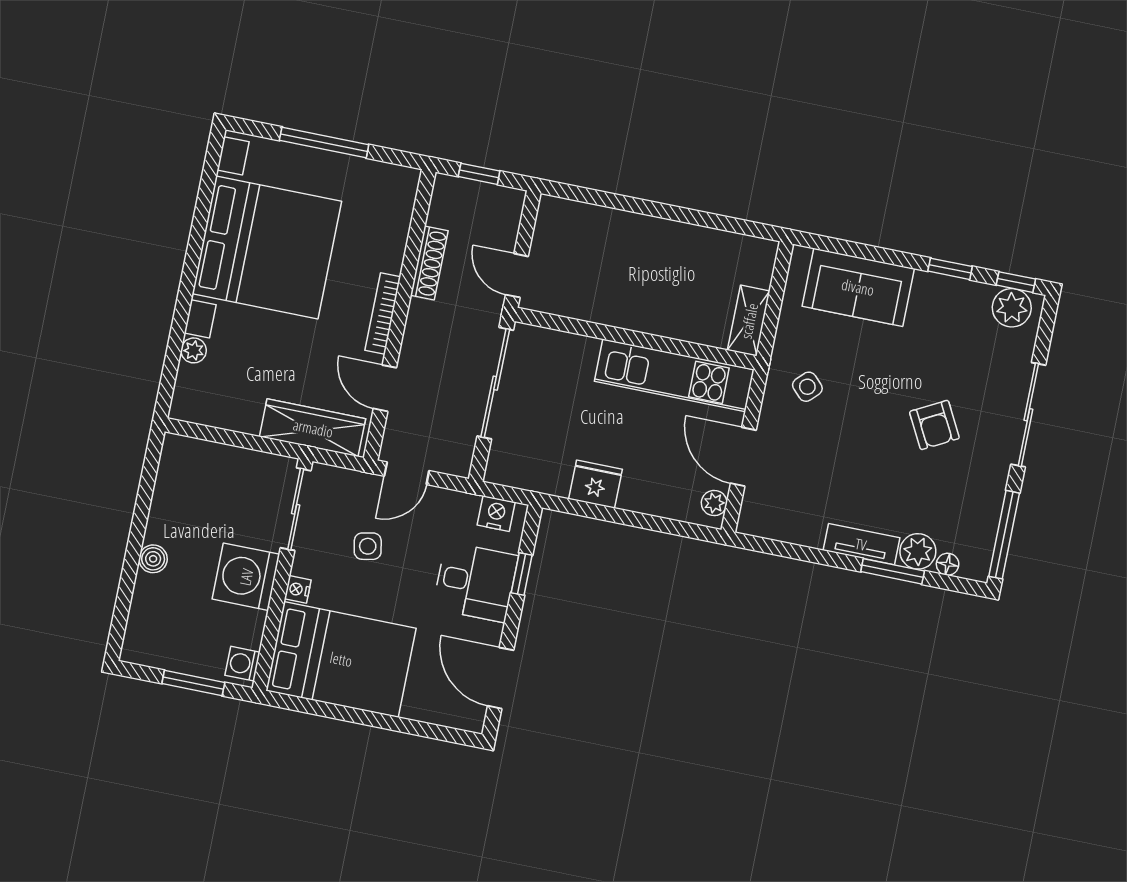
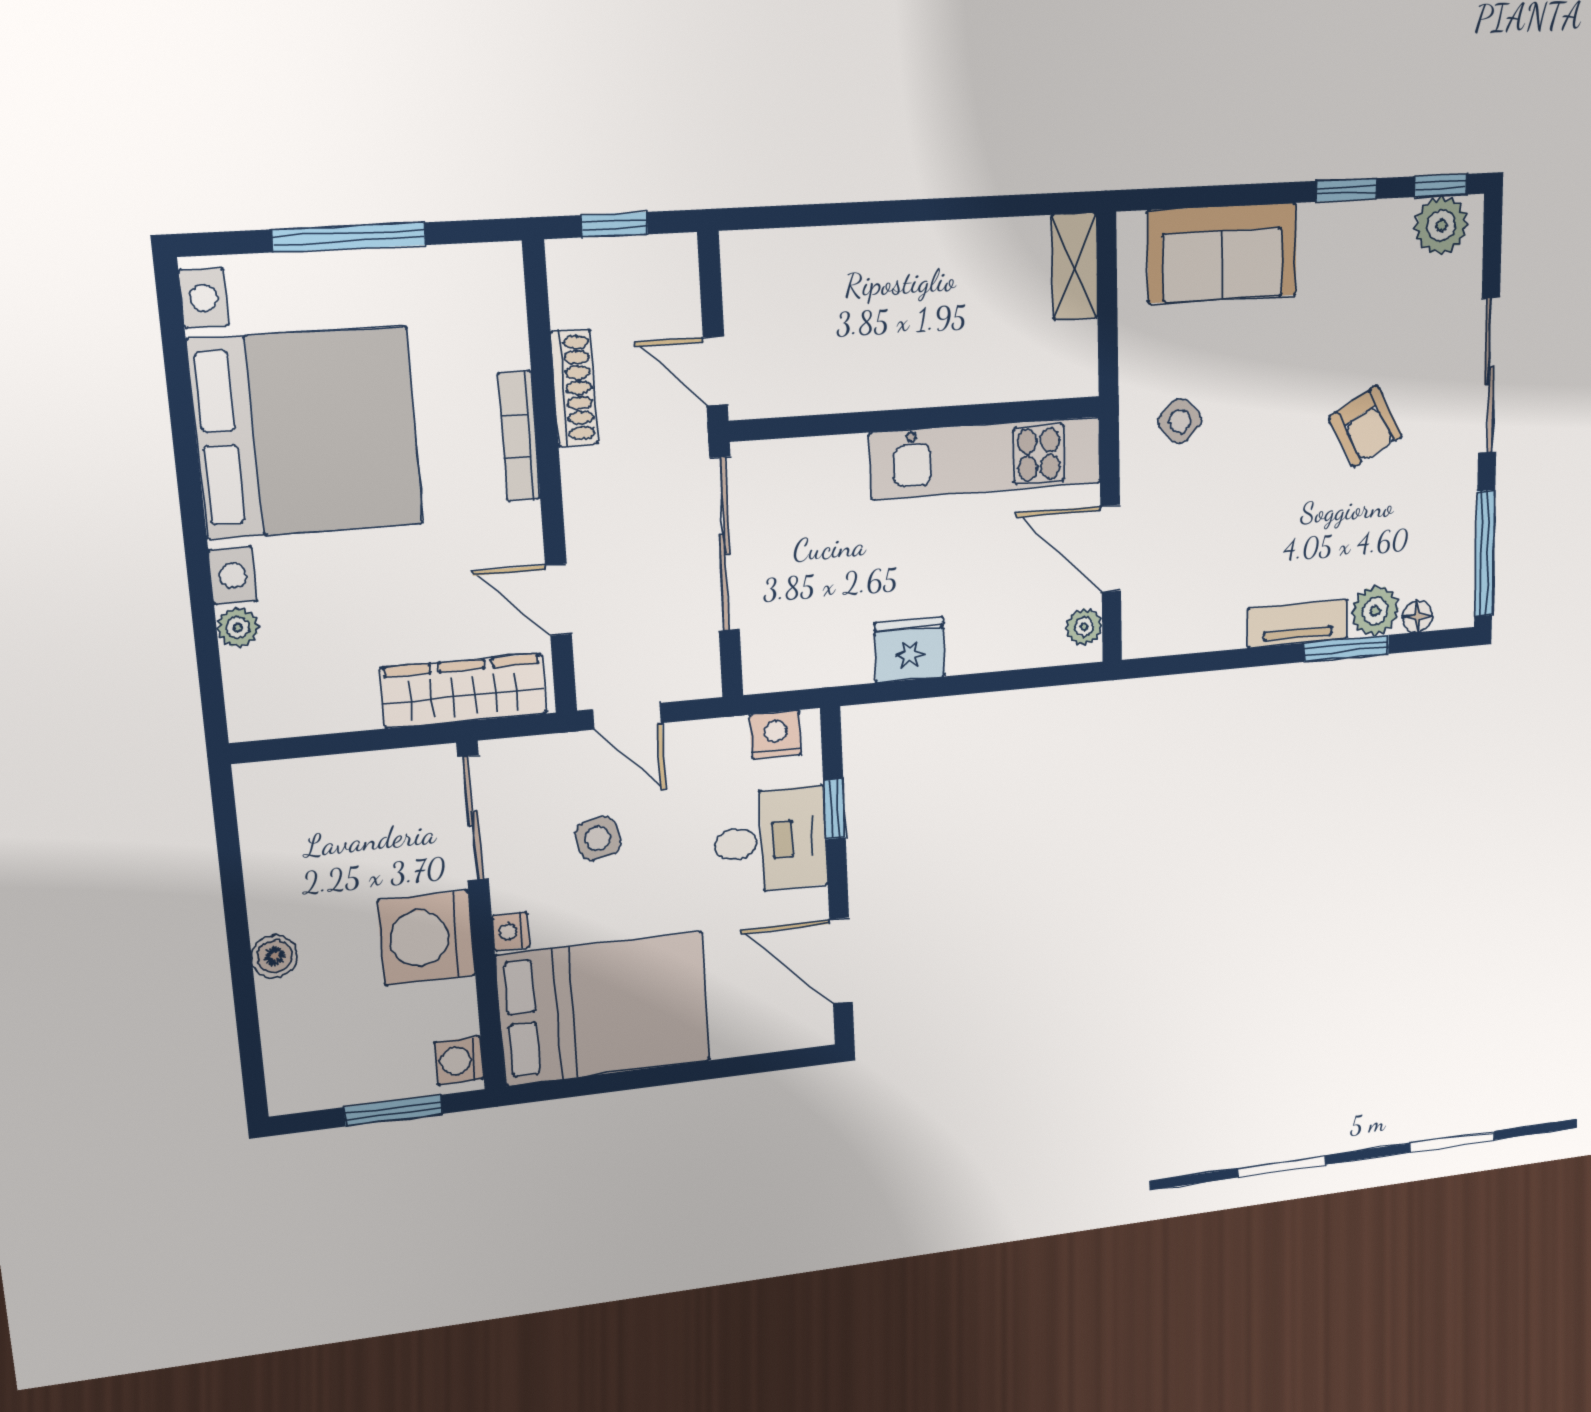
bookcase: (383, 313) -> (519, 436), moved
shelving: (749, 321) -> (1075, 267), moved
door: (407, 473) -> (627, 716), hinge flipped

